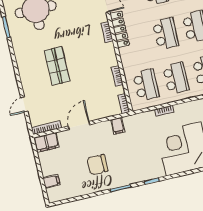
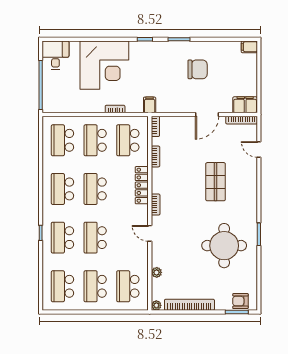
locker: (120, 29) -> (142, 185), moved
door: (24, 105) -> (259, 149), swing flipped
filing cabinet: (118, 126) -> (150, 105), moved
filing cabinet: (51, 181) -> (249, 47), moved

